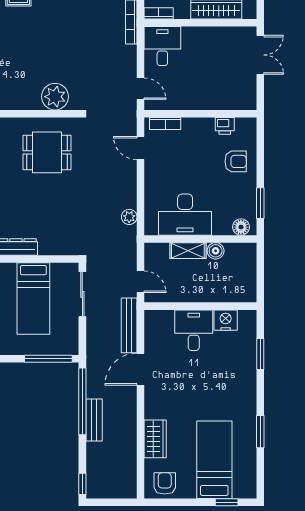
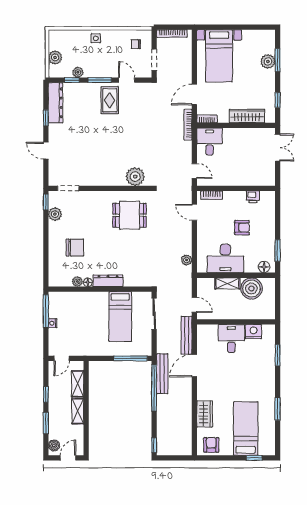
armchair: (236, 161) -> (242, 228), moved
boiler: (216, 251) -> (251, 288), width x1.86, depth x1.86
bench: (94, 420) -> (162, 374), moved, width x1.36

